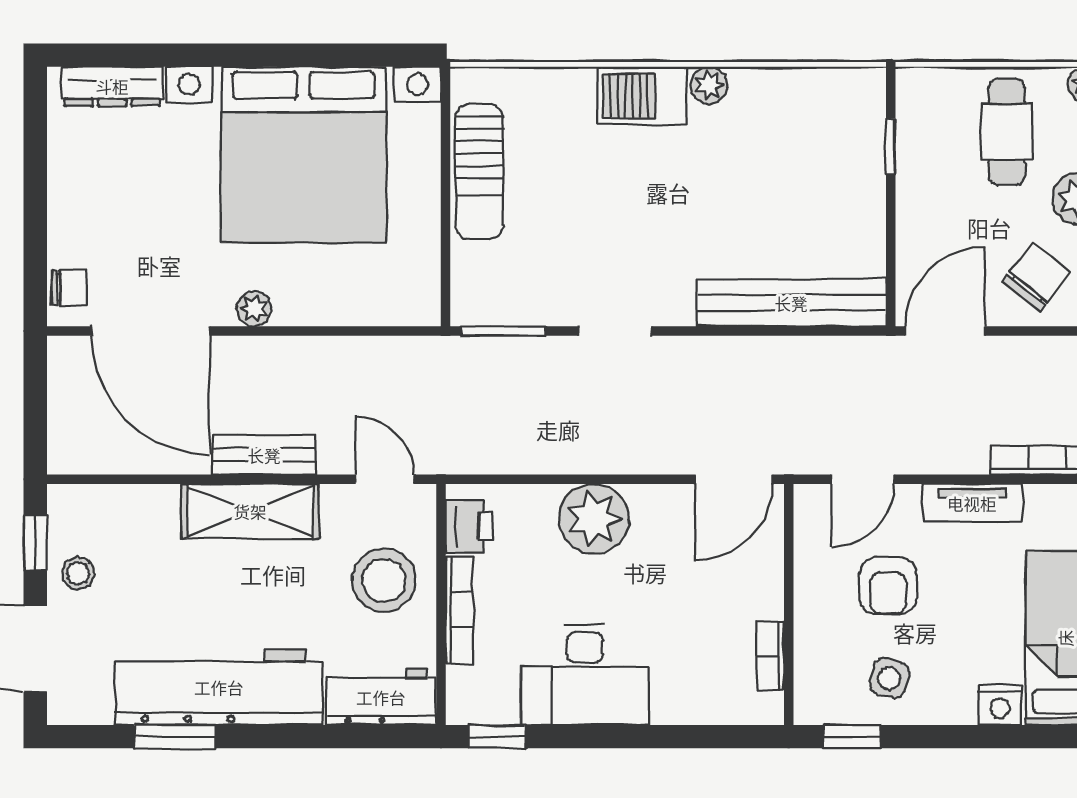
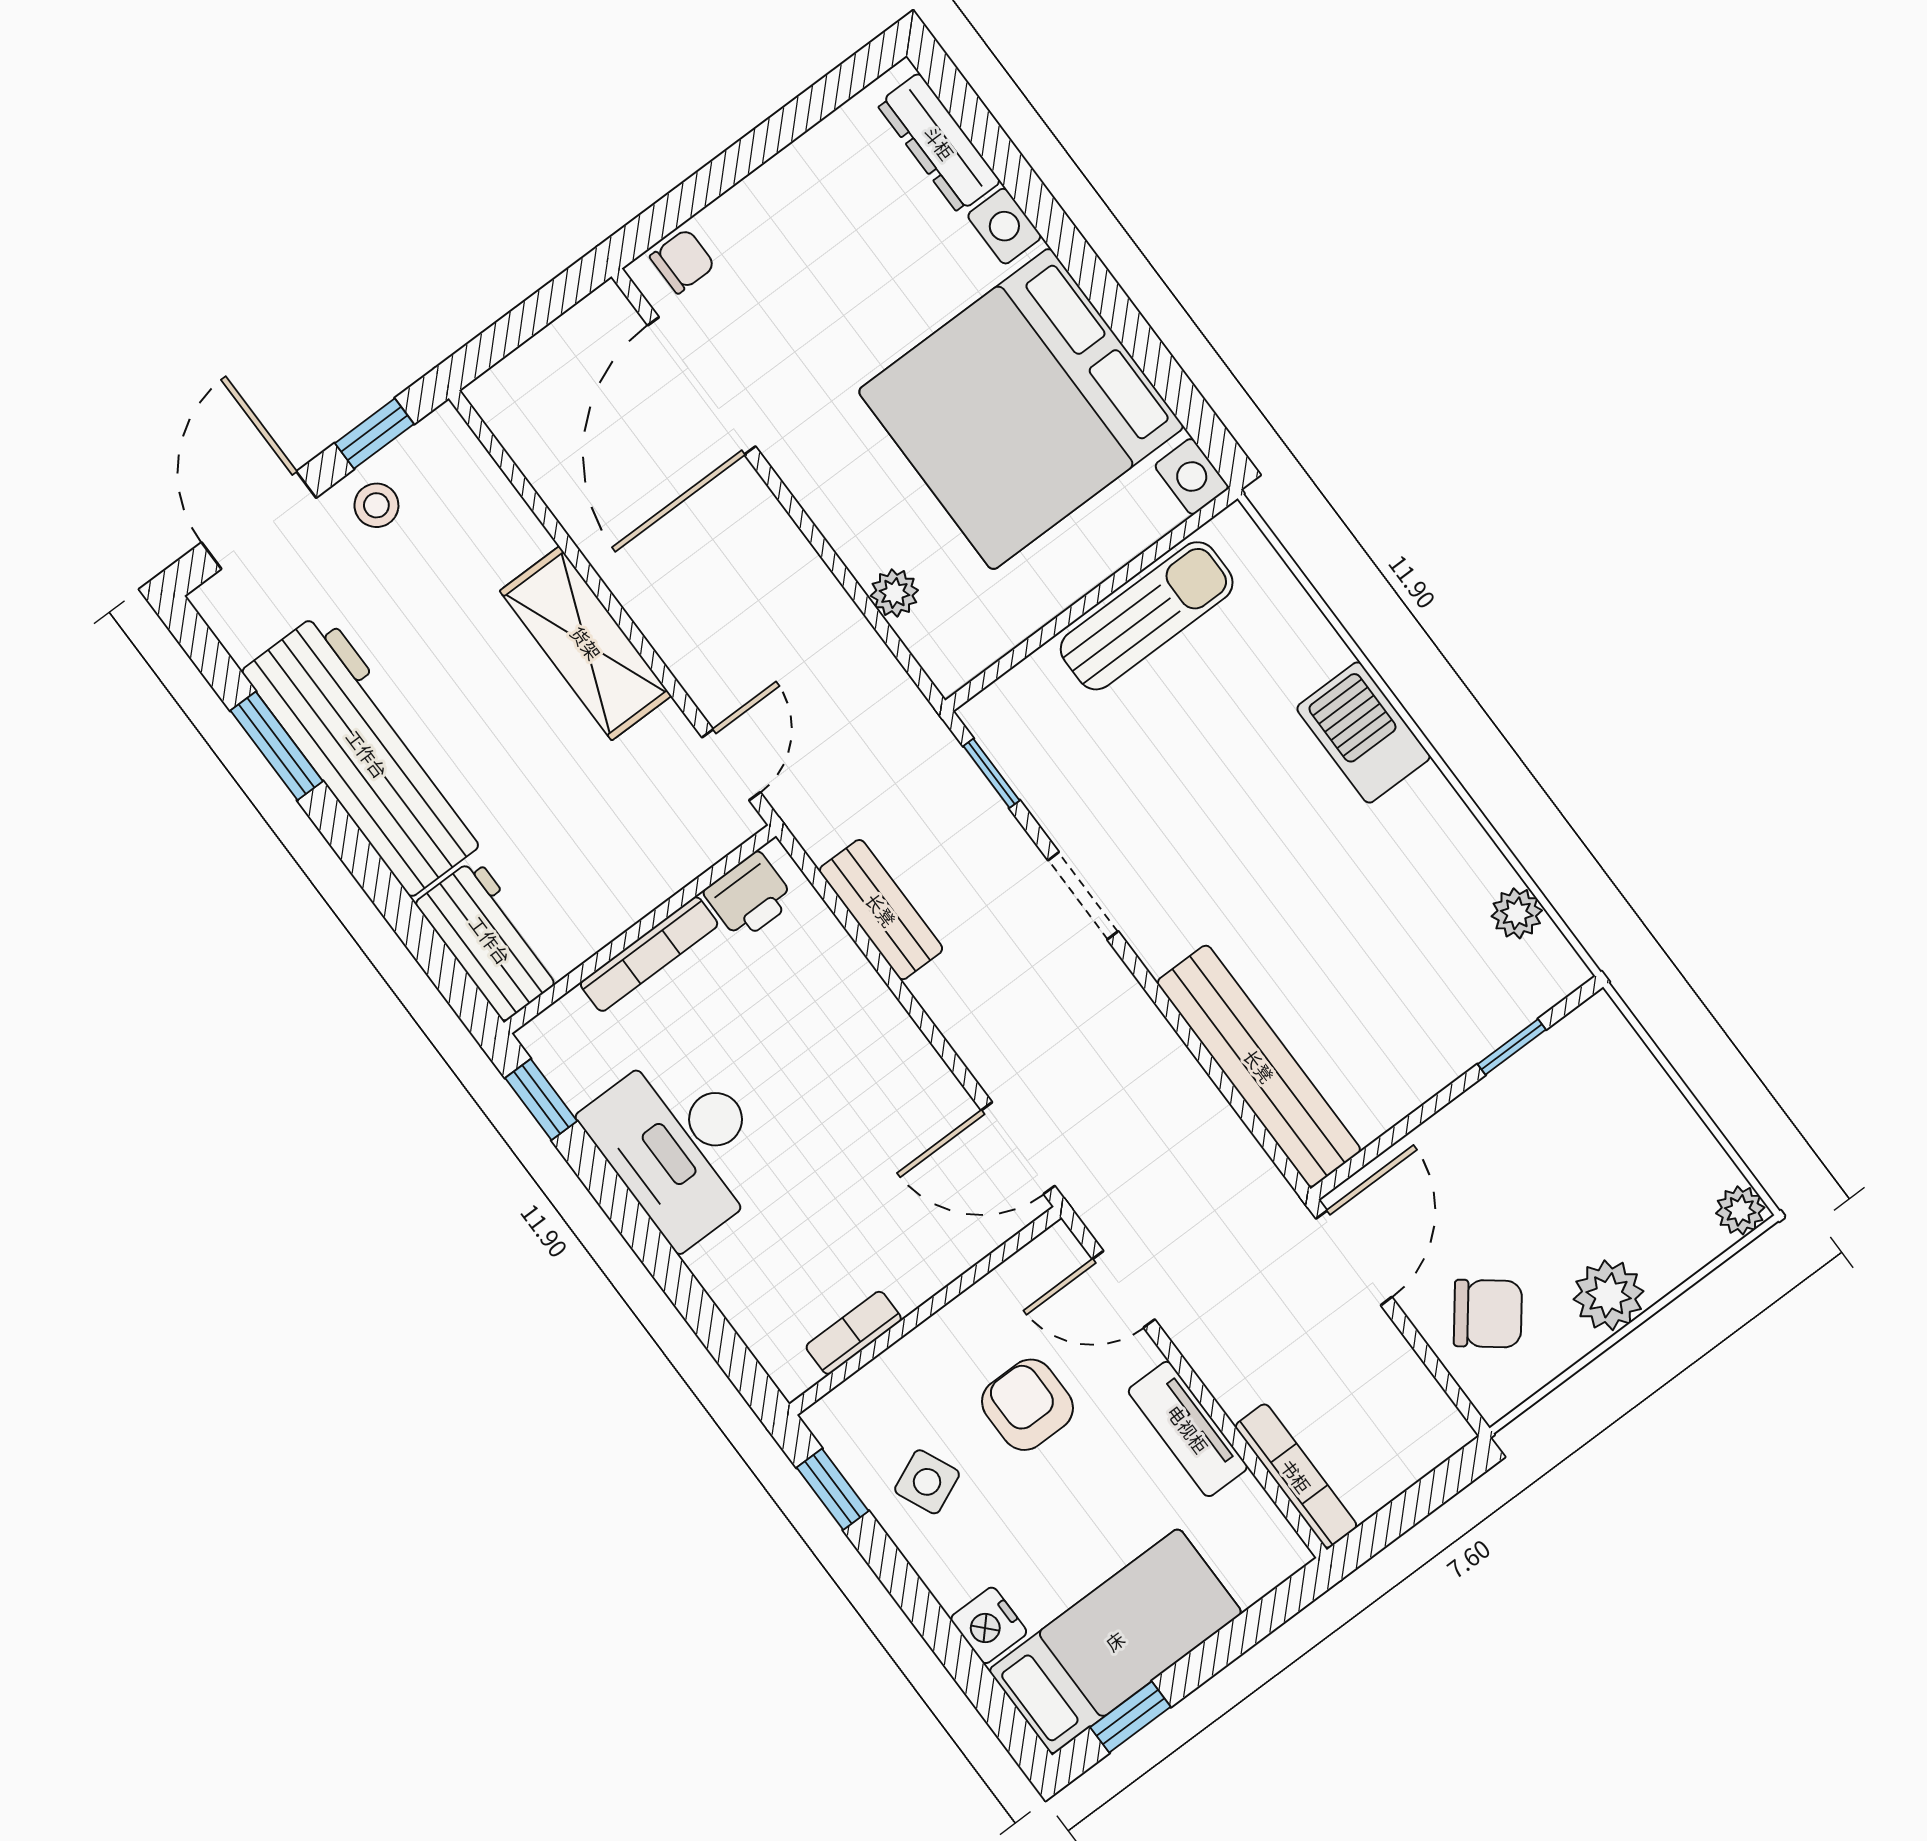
plant: (709, 85) -> (1517, 913), moved
cafe table: (1007, 132) -> (1623, 1162), removed
sun lounger: (479, 171) -> (1147, 616), turned 180
chair: (69, 288) -> (682, 261), turned -90
plant: (254, 309) -> (894, 593), moved
window: (503, 331) -> (991, 773), width x0.67
door: (945, 331) -> (1354, 1258), hinge flipped
bench: (264, 455) -> (881, 910), moved
plant: (594, 519) -> (859, 1027), removed
stool: (384, 580) -> (620, 847), removed
armchair: (888, 586) -> (1027, 1405), turned 90
side table: (889, 678) -> (927, 1482), turned -38

